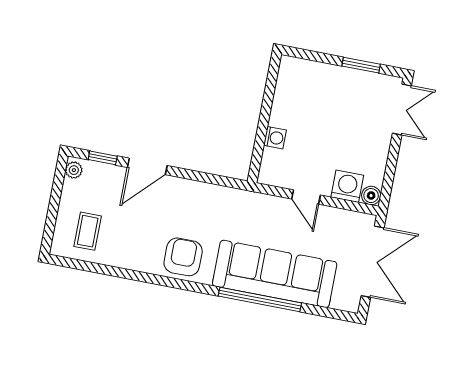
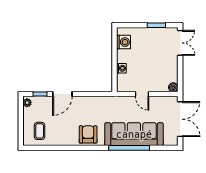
washing machine: (347, 186) -> (124, 42), moved, turned 90

